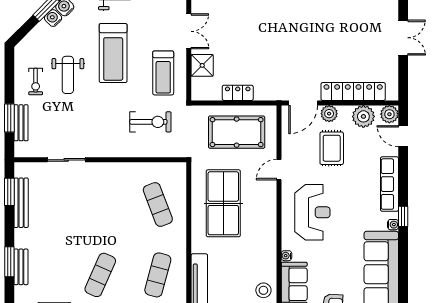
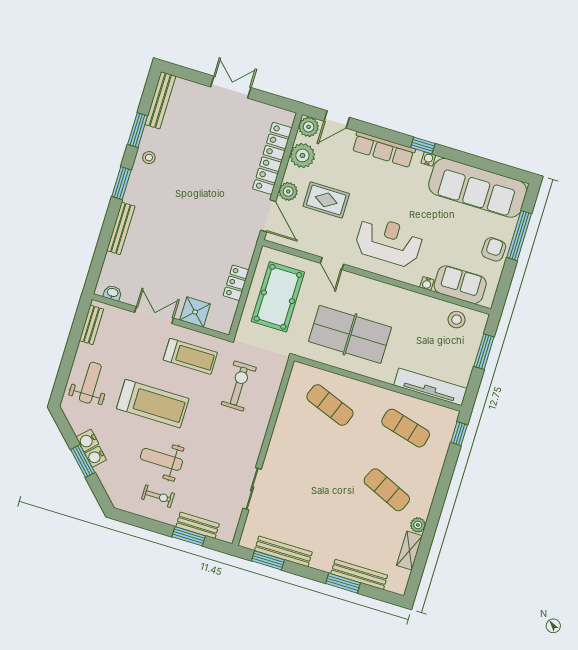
weight bench: (68, 75) -> (161, 459), turned 180
exercise mat: (158, 204) -> (330, 405), turned 42
bench: (21, 267) -> (359, 574), width x1.36

